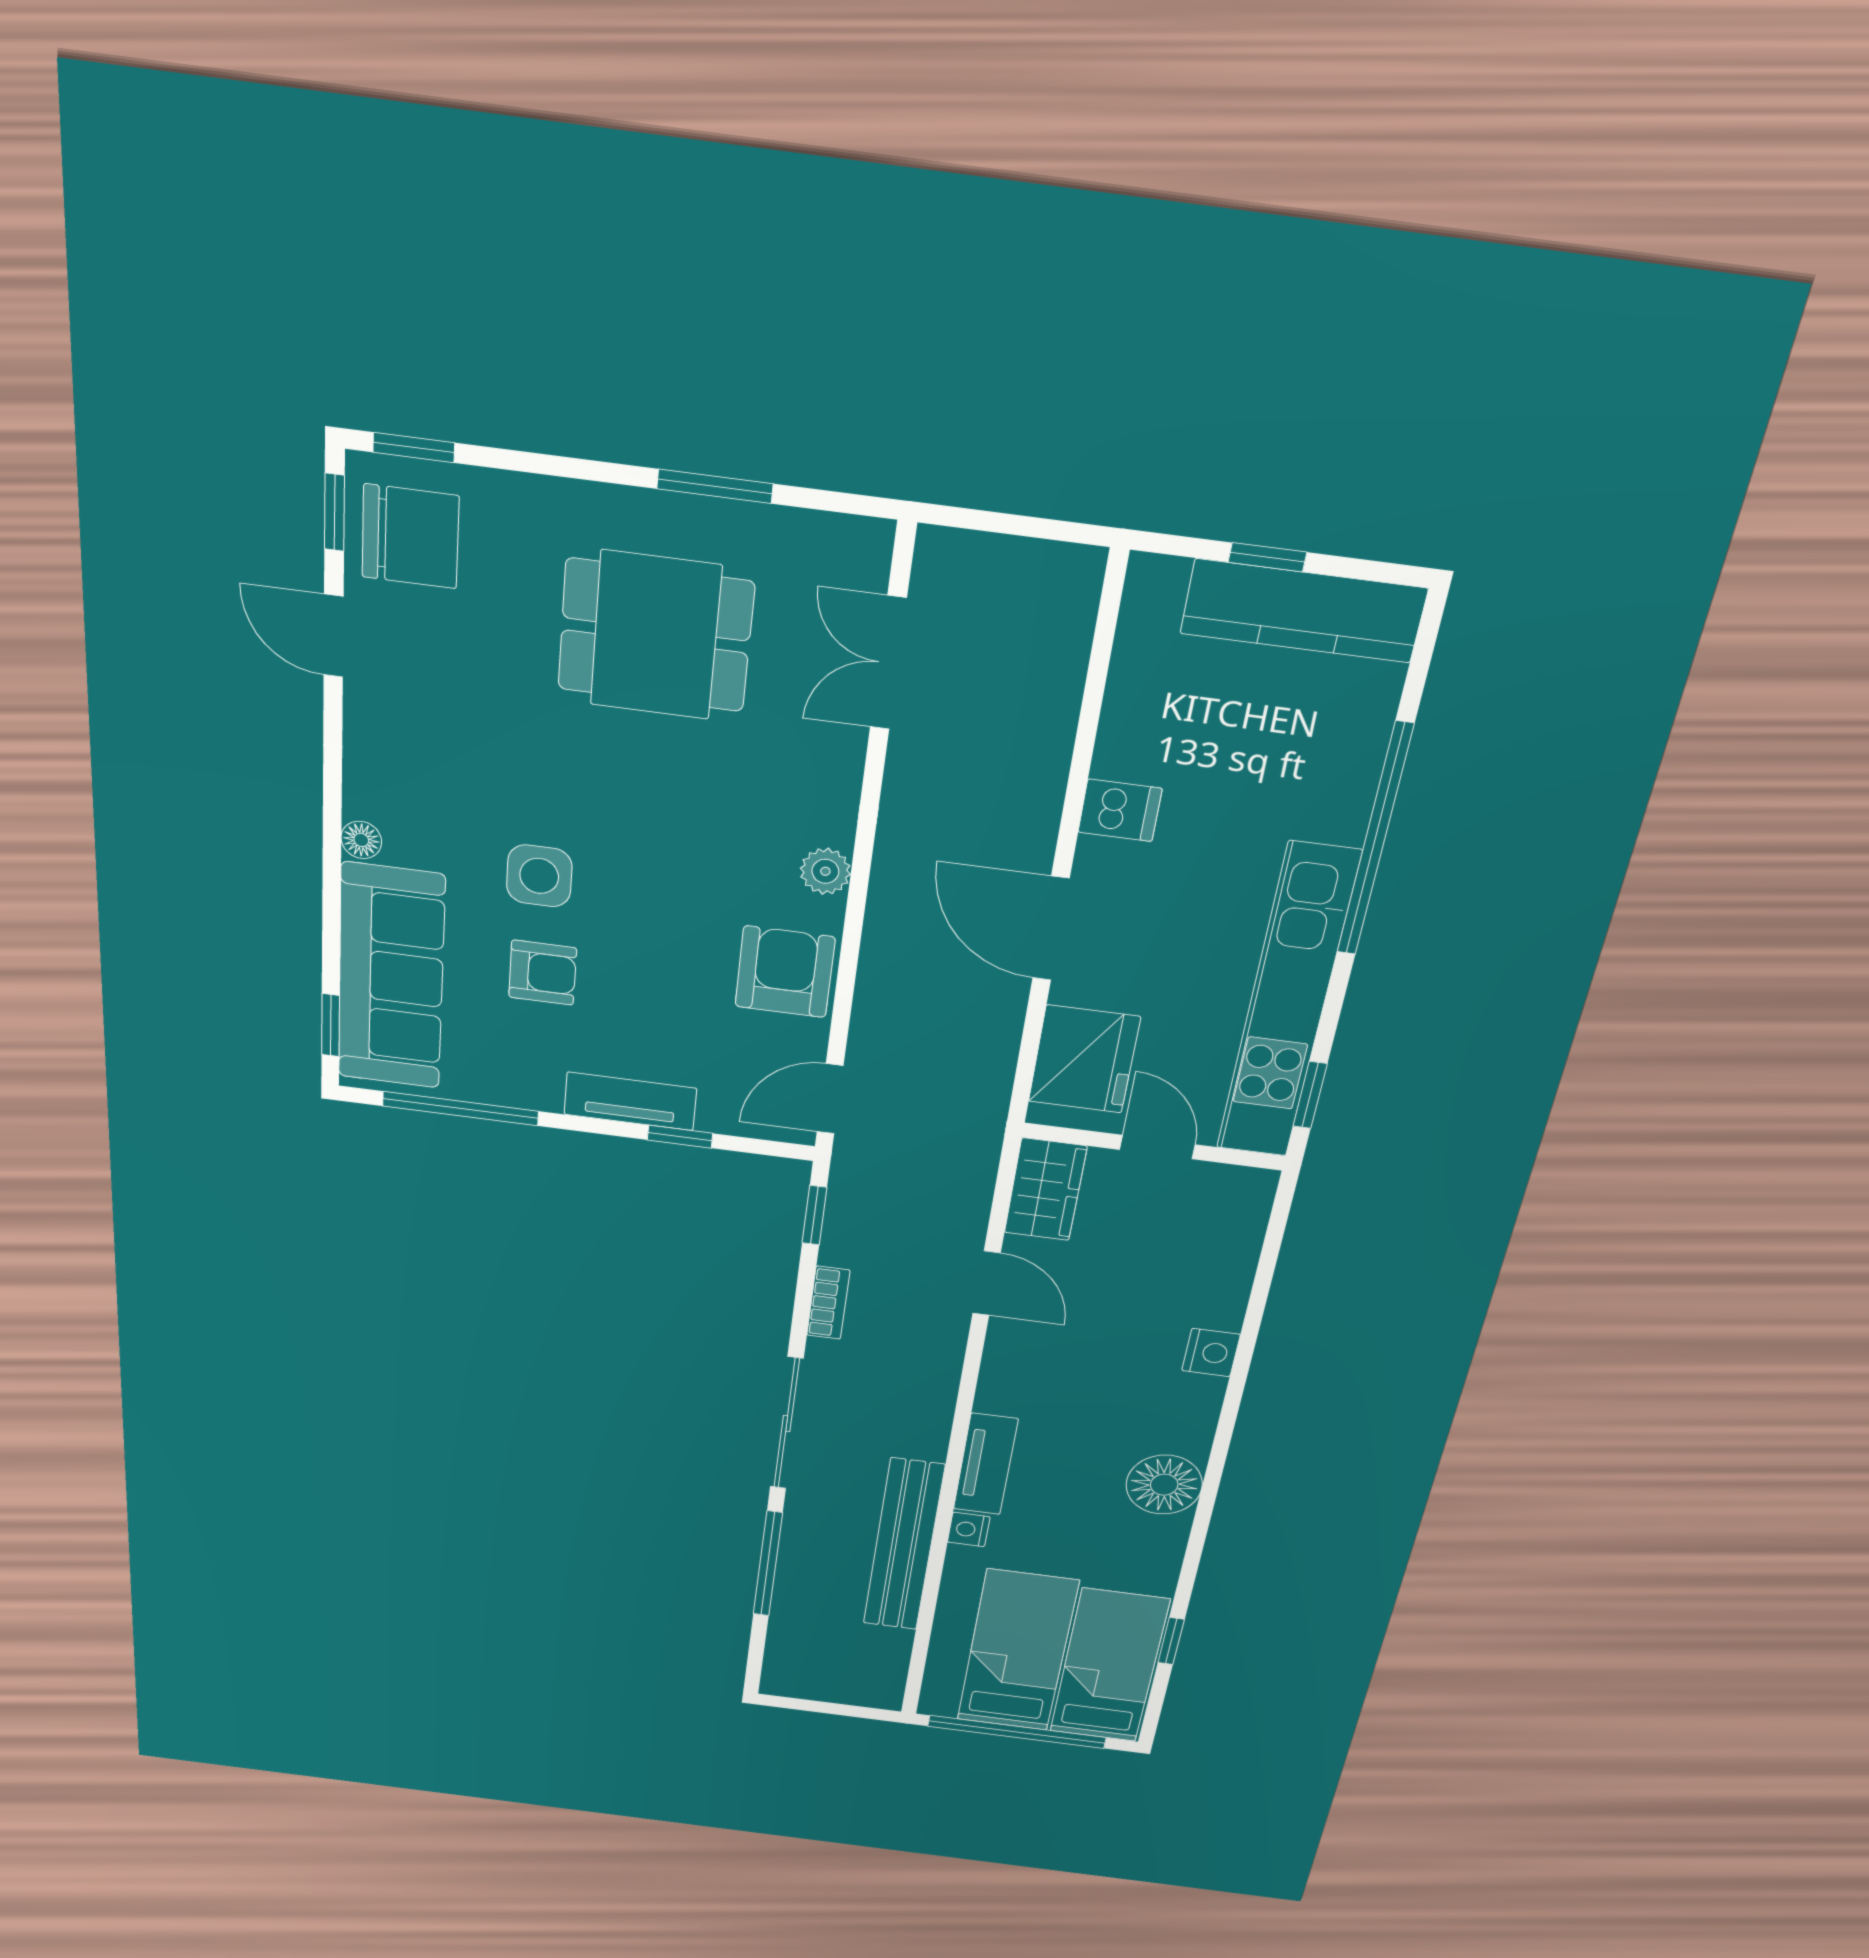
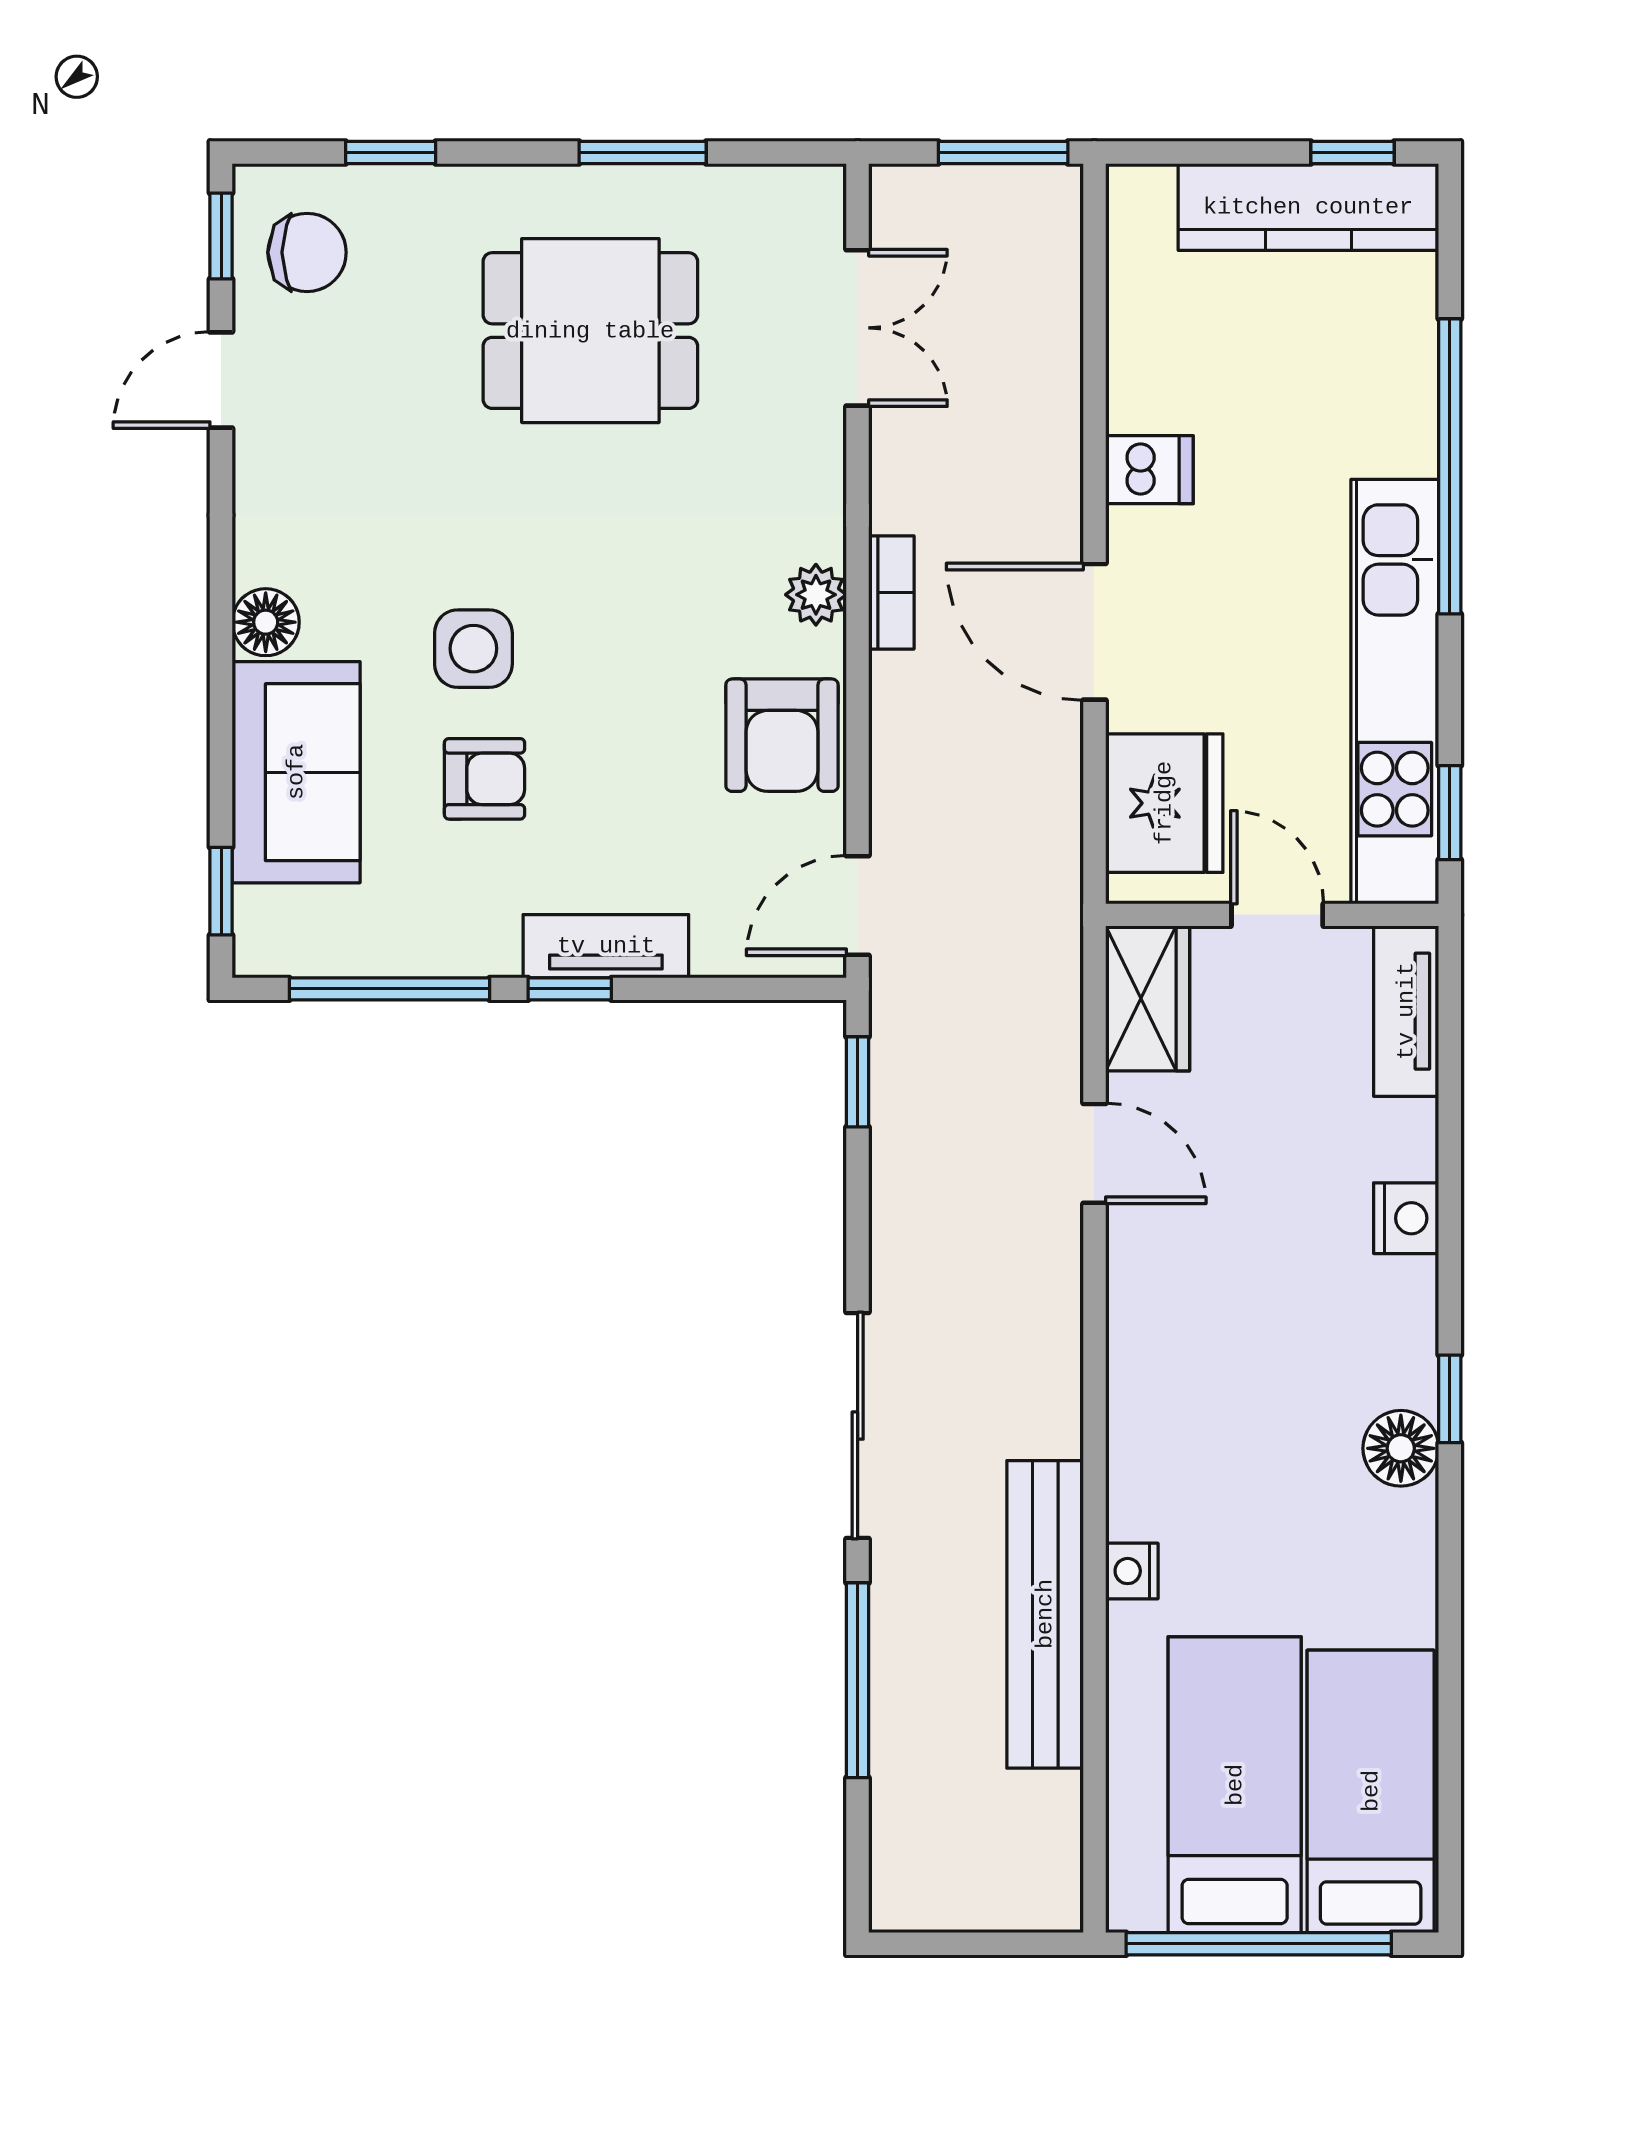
window: (414, 447) -> (391, 152), moved
window: (1040, 528) -> (1003, 152), added
chair: (410, 537) -> (307, 252), width x0.73, depth x0.73
window: (1267, 557) -> (1352, 152), moved
door: (334, 636) -> (221, 380), hinge flipped
double door: (888, 663) -> (858, 328), swing flipped
floor lamp: (361, 840) -> (266, 622), width x1.37, depth x1.37
armchair: (785, 972) -> (782, 735), turned 180
sofa: (391, 977) -> (296, 772), width x0.73
window: (680, 1137) -> (570, 989), moved
bookcase: (828, 1303) -> (891, 592), moved
tv unit: (986, 1464) -> (1406, 1011), moved, turned 180
floor lamp: (1164, 1485) -> (1401, 1448), width x0.73, depth x0.73
window: (1171, 1641) -> (1450, 1399), moved

